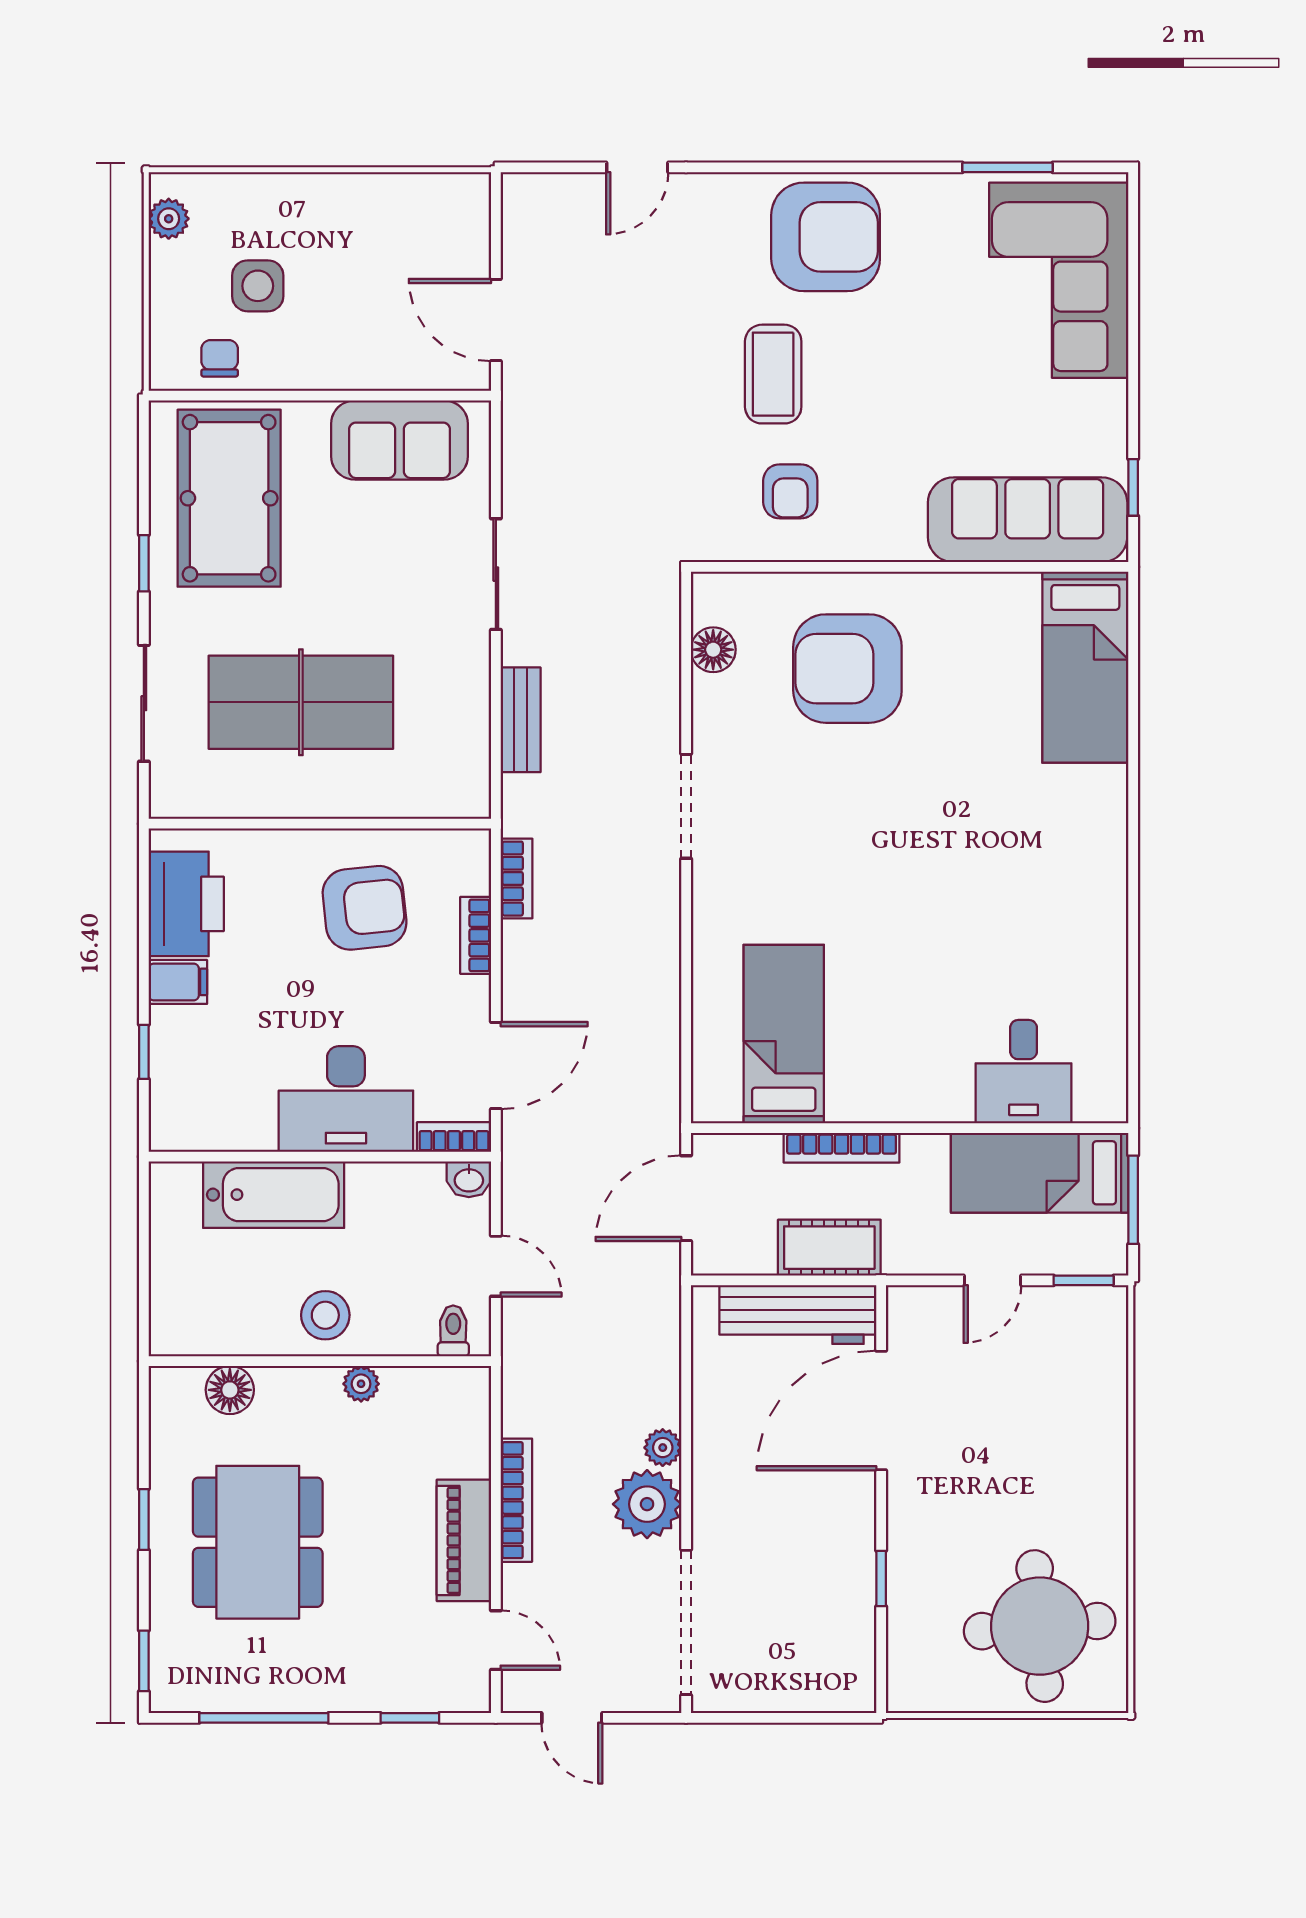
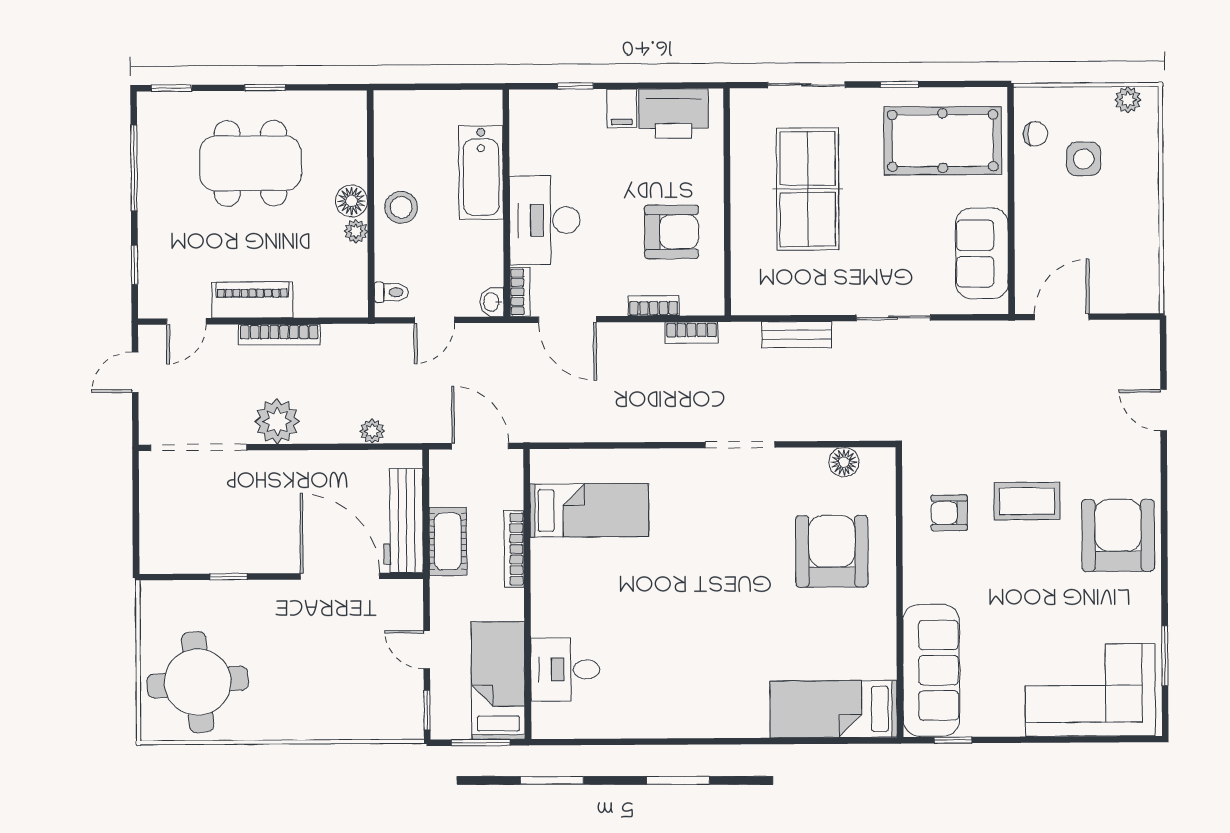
armchair: (826, 237) -> (1118, 535), turned 180
armchair: (365, 908) -> (672, 232), turned -84
floor lamp: (230, 1390) -> (352, 201), moved
plant: (663, 1448) -> (372, 431), moved

